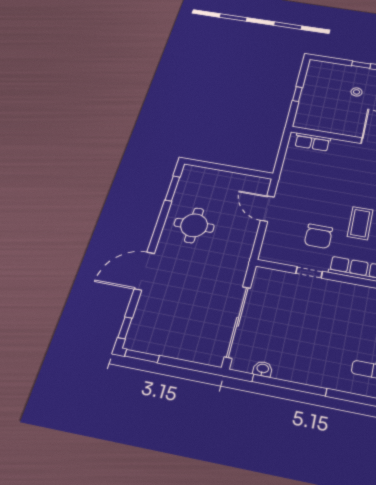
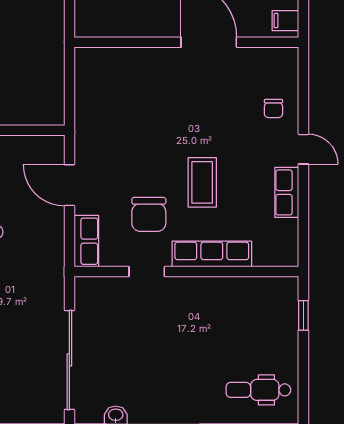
row of seats: (312, 142) -> (86, 241), moved, turned -90

